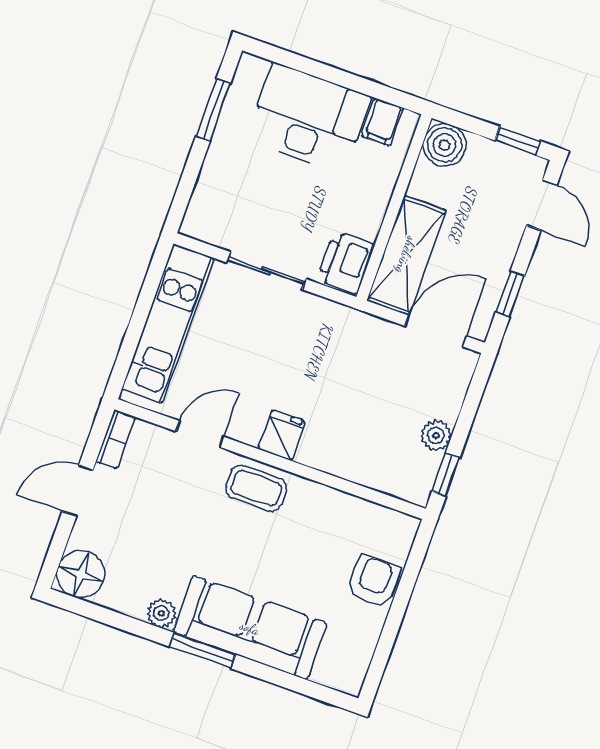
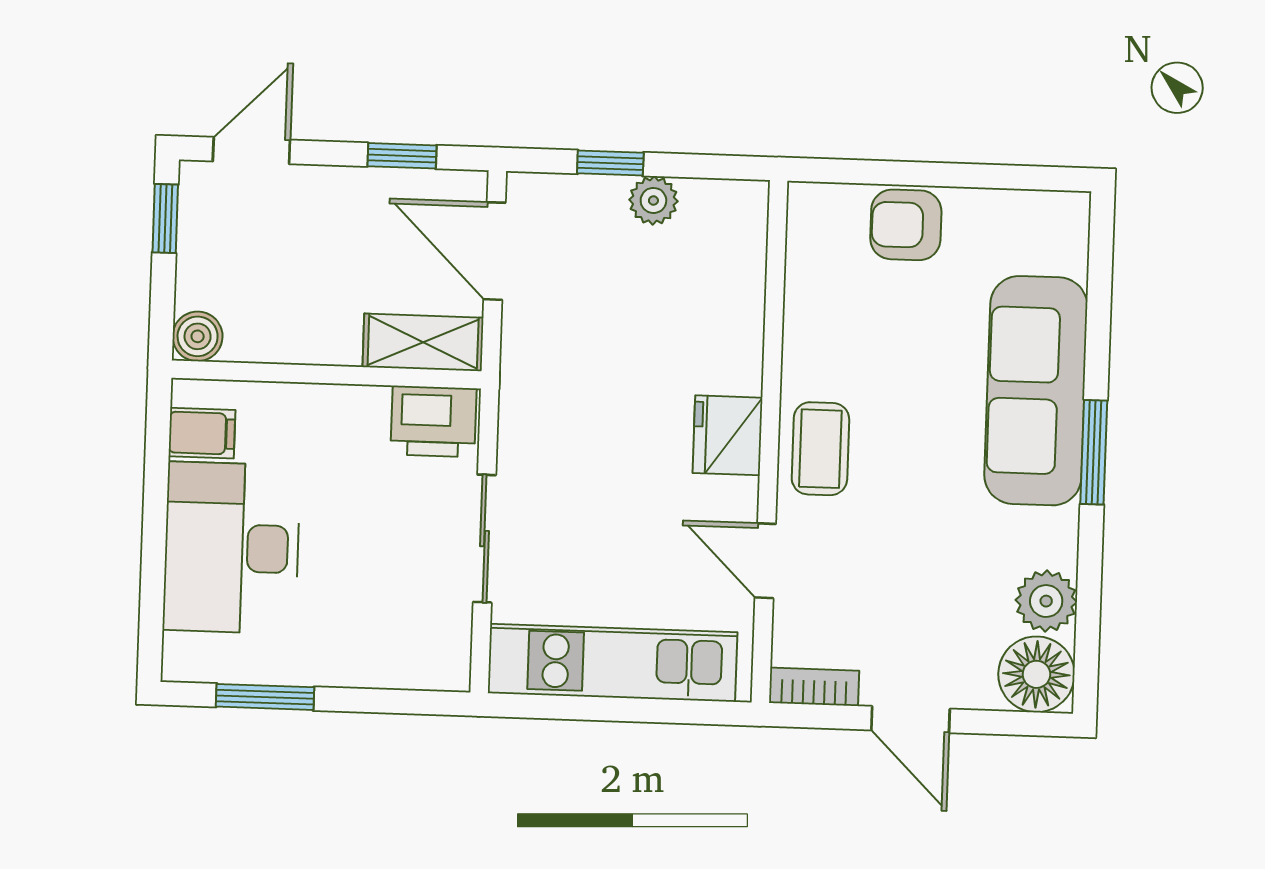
boiler: (445, 145) -> (198, 336), width x0.73, depth x0.73
shelving: (406, 255) -> (423, 342), width x0.67, depth x0.75
fridge: (282, 435) -> (727, 435), width x1.38
window: (446, 475) -> (610, 163), moved
plant: (161, 613) -> (1046, 601), moved, width x1.38, depth x1.38

